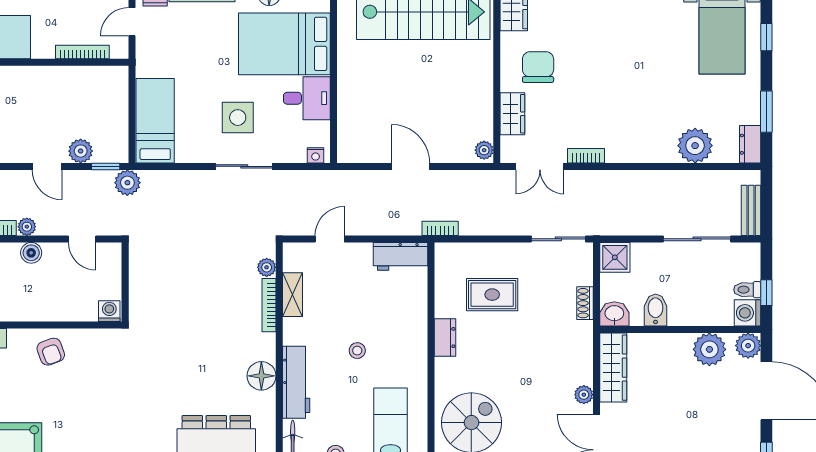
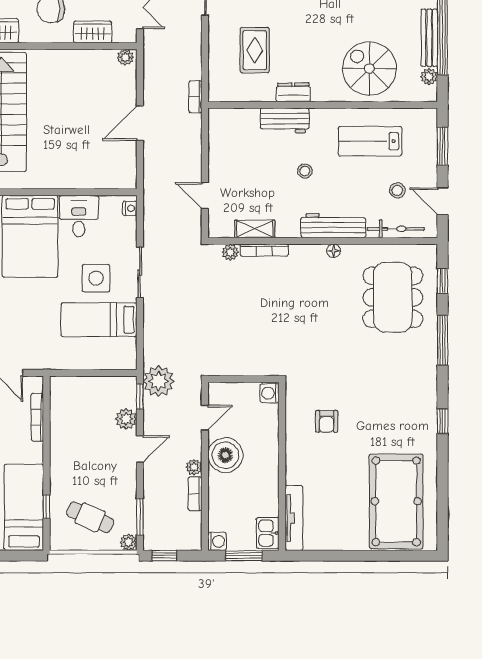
bed: (155, 121) -> (99, 320), moved
plant: (127, 183) -> (159, 381), width x1.36, depth x1.36
boiler: (31, 253) -> (225, 455), width x1.86, depth x1.86
workbench: (401, 256) -> (285, 120), moved, turned 90
armchair: (51, 352) -> (327, 421), moved, turned 110
floor lamp: (261, 376) -> (334, 251), width x0.53, depth x0.53

